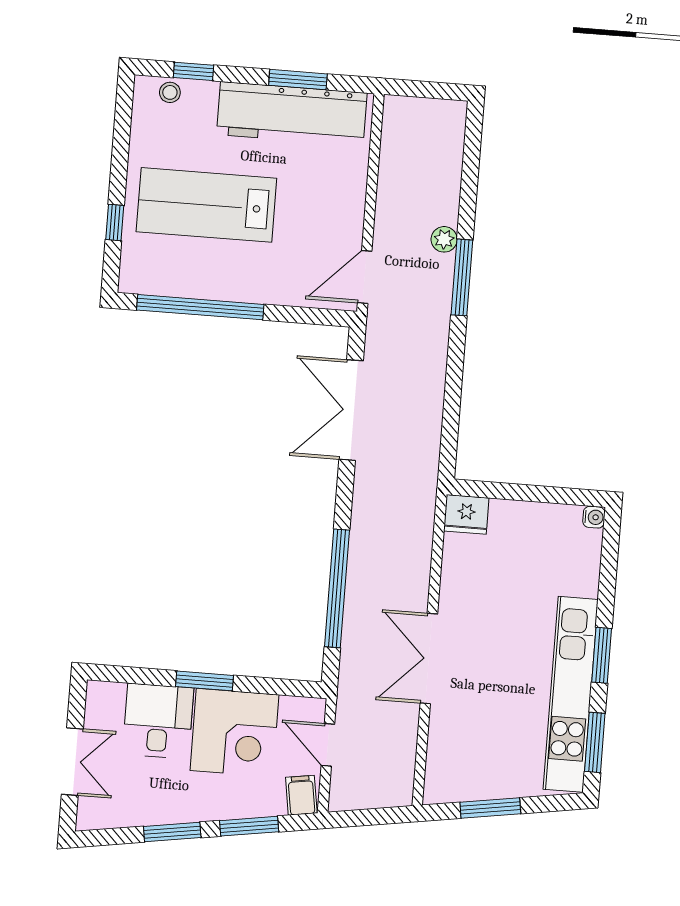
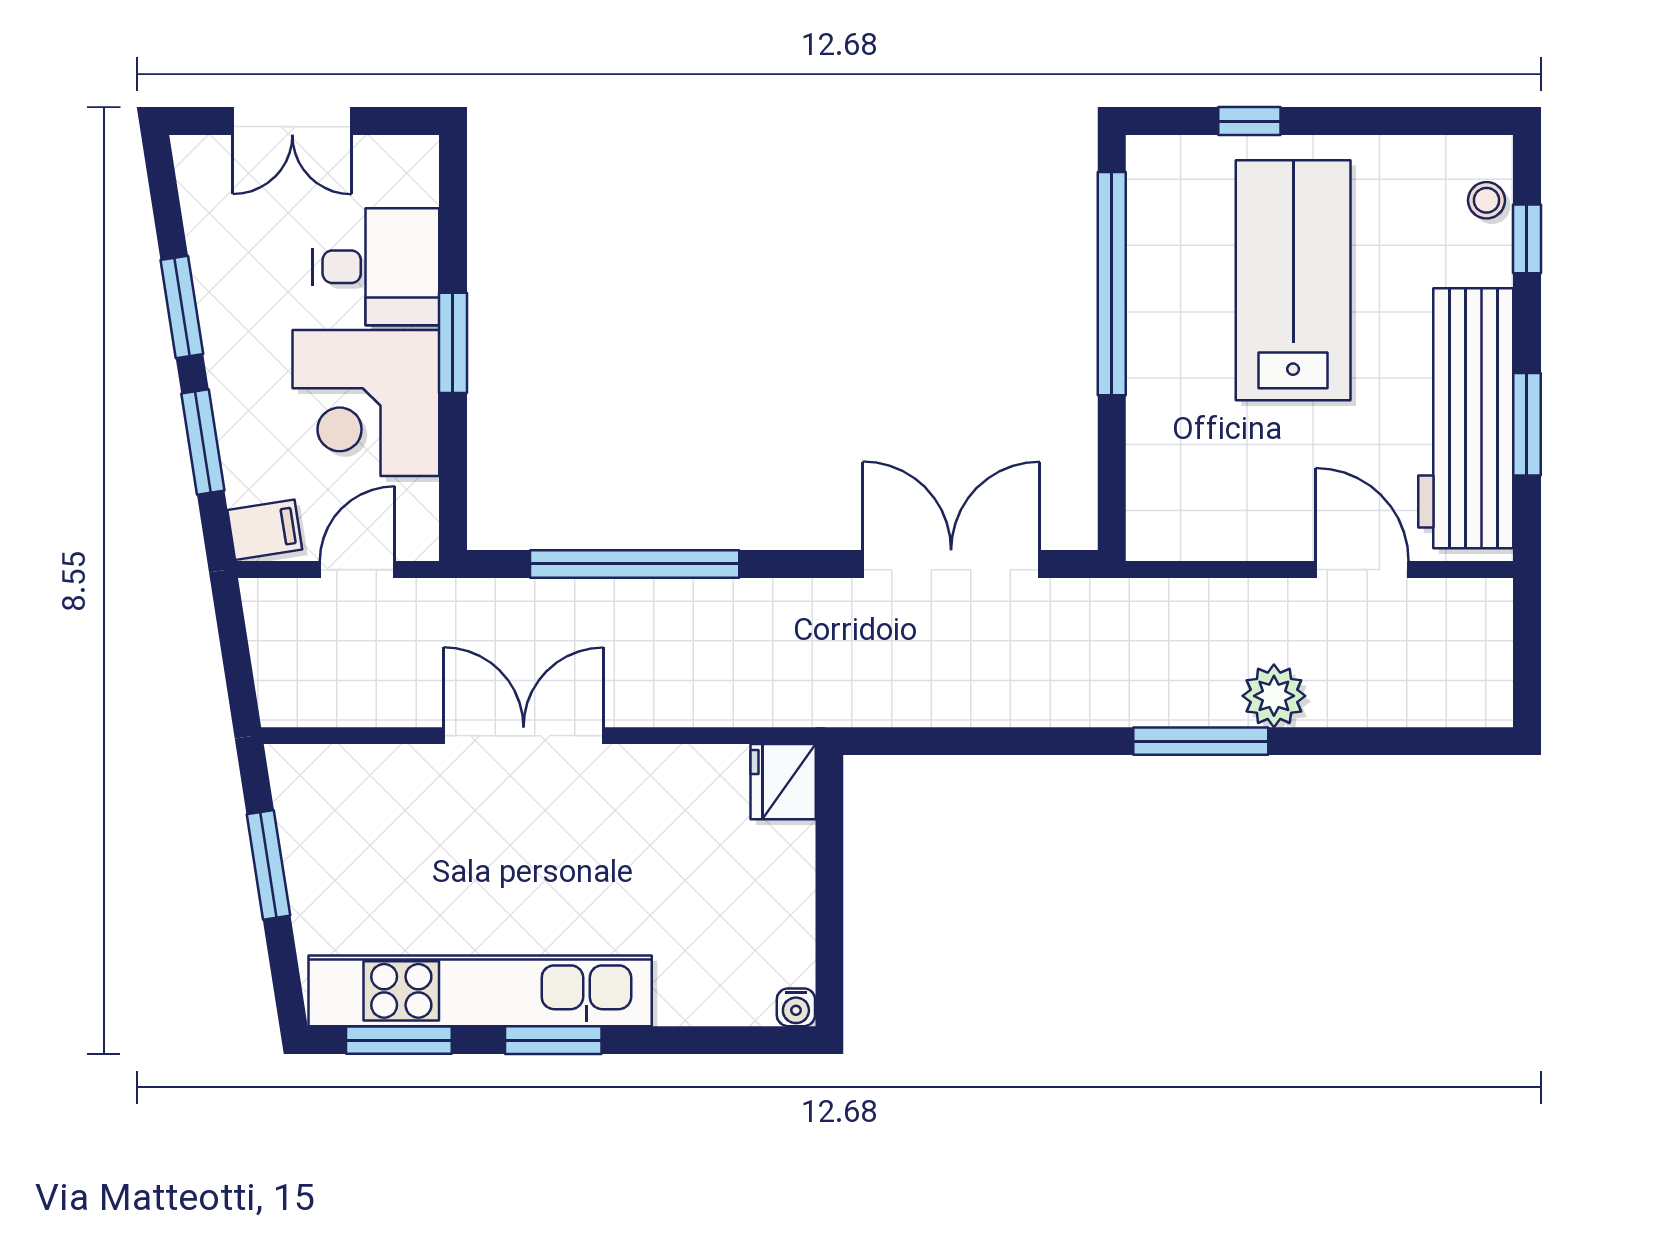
plant: (444, 239) -> (1274, 696), width x1.38, depth x1.38
door: (365, 277) -> (1362, 570), moved

